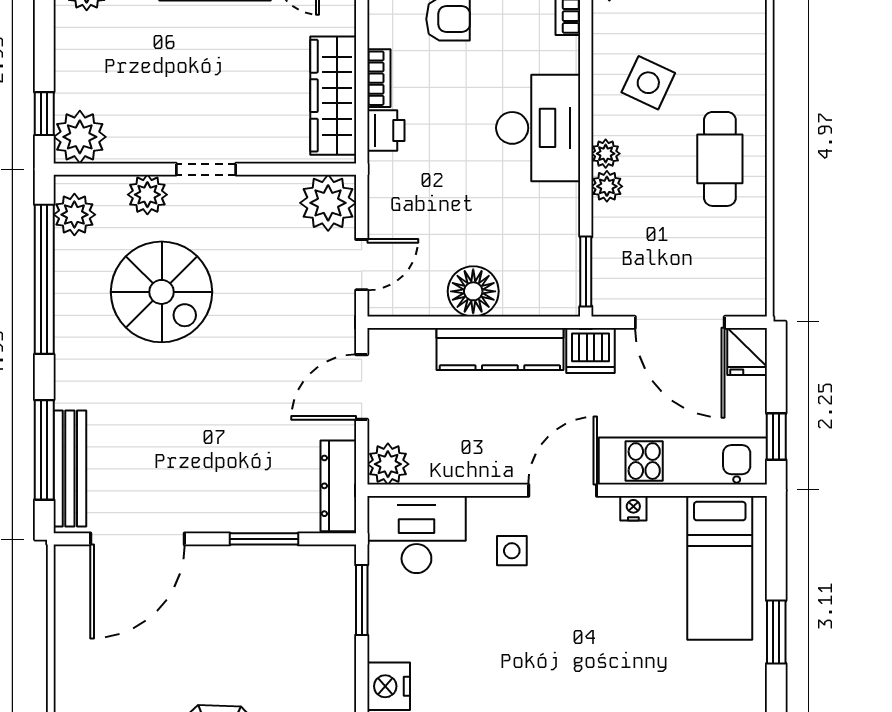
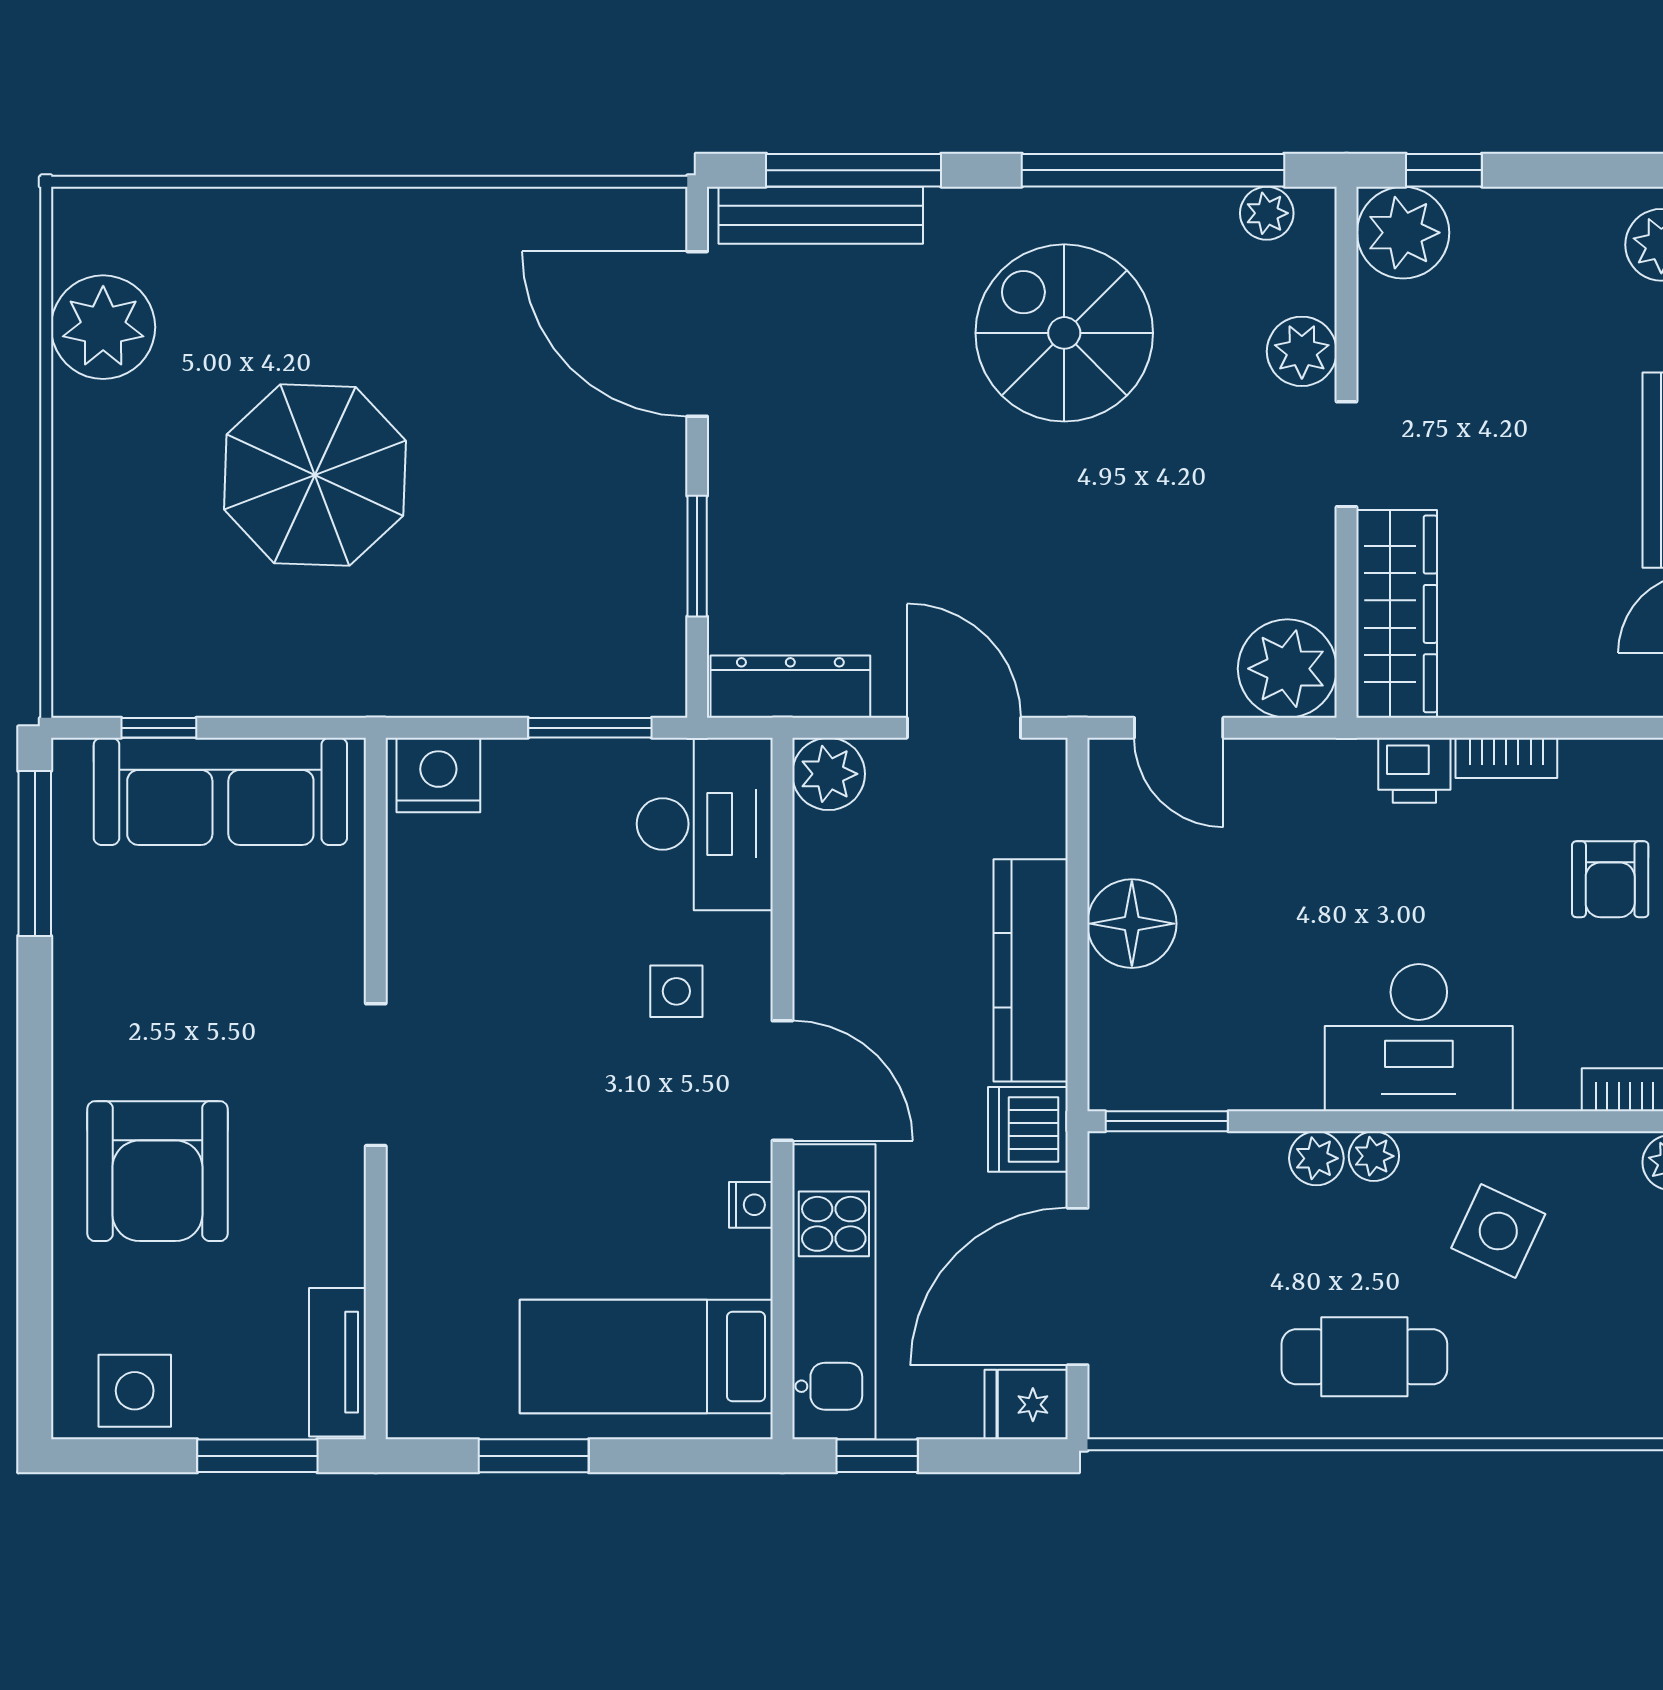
wardrobe: (333, 96) -> (1397, 614), moved, turned 90
plant: (74, 215) -> (1267, 213), width x0.73, depth x0.73
spiral stairs: (162, 292) -> (1064, 333), moved, turned 90

